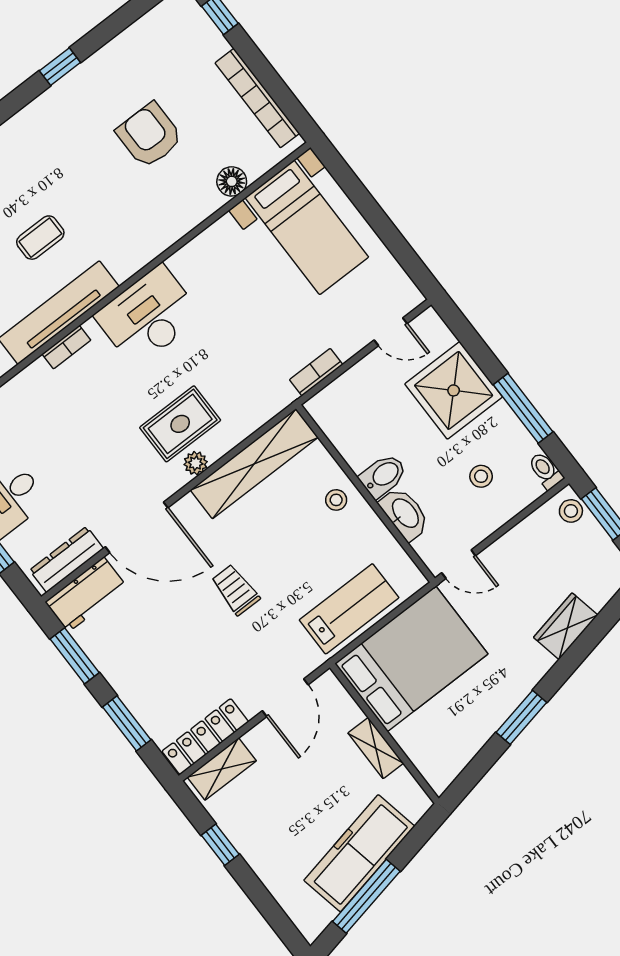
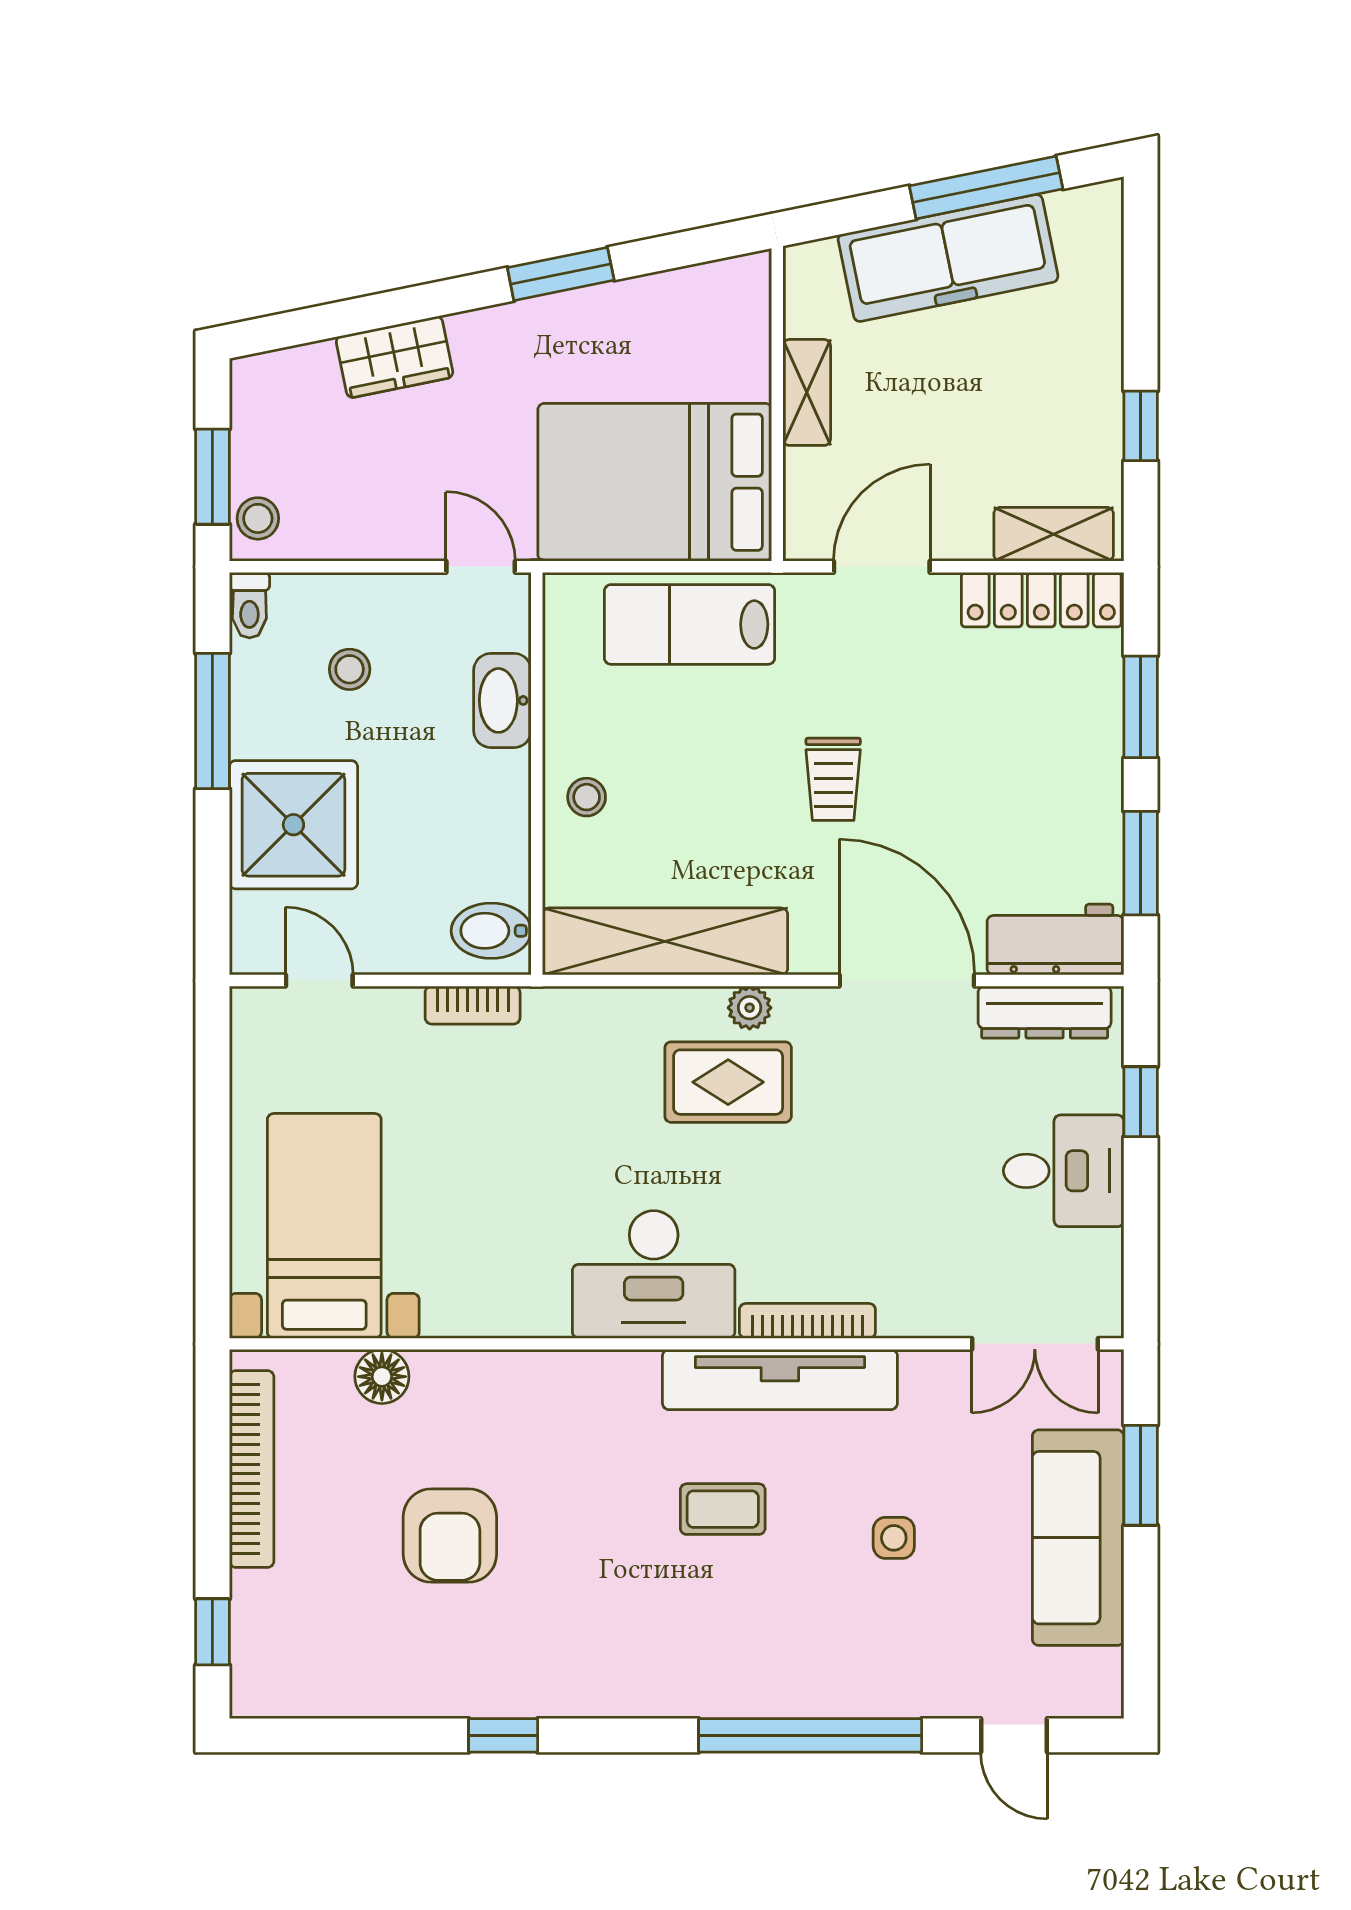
bookcase: (66, 347) -> (807, 1321), width x1.56
bidet: (383, 476) -> (491, 931), moved

